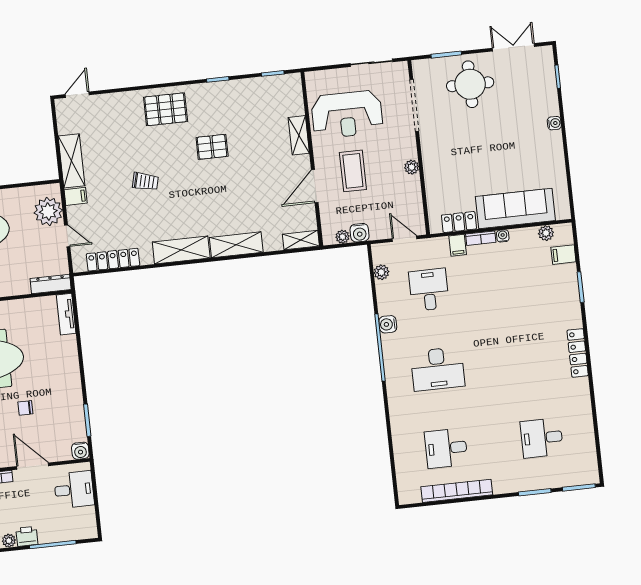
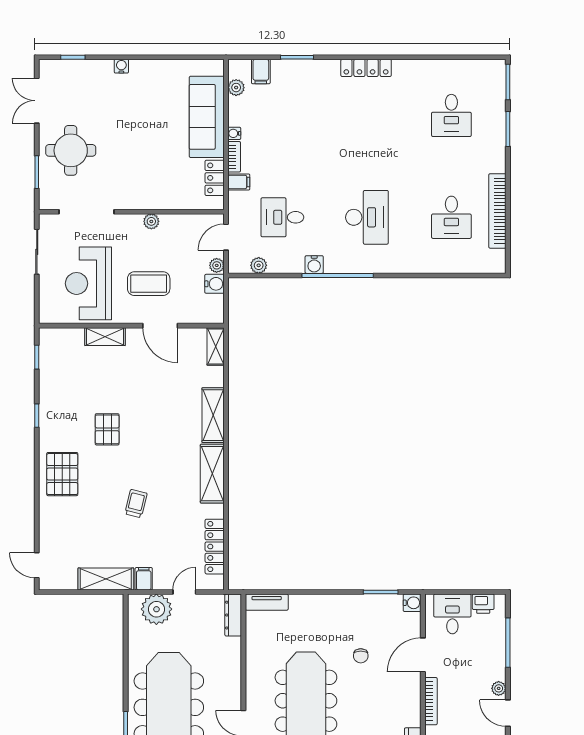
reception desk: (347, 114) -> (88, 283), turned 180
plant: (342, 237) -> (217, 265), moved
printer: (27, 536) -> (483, 604), moved, turned -90

